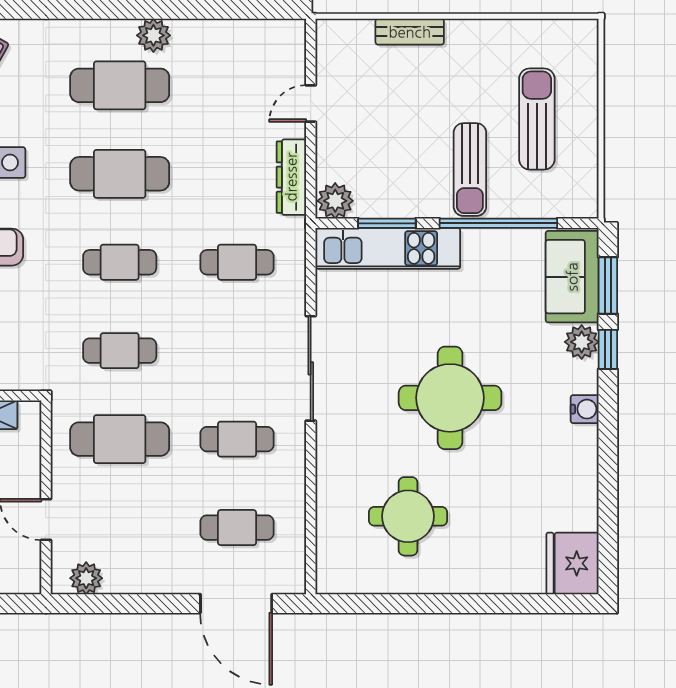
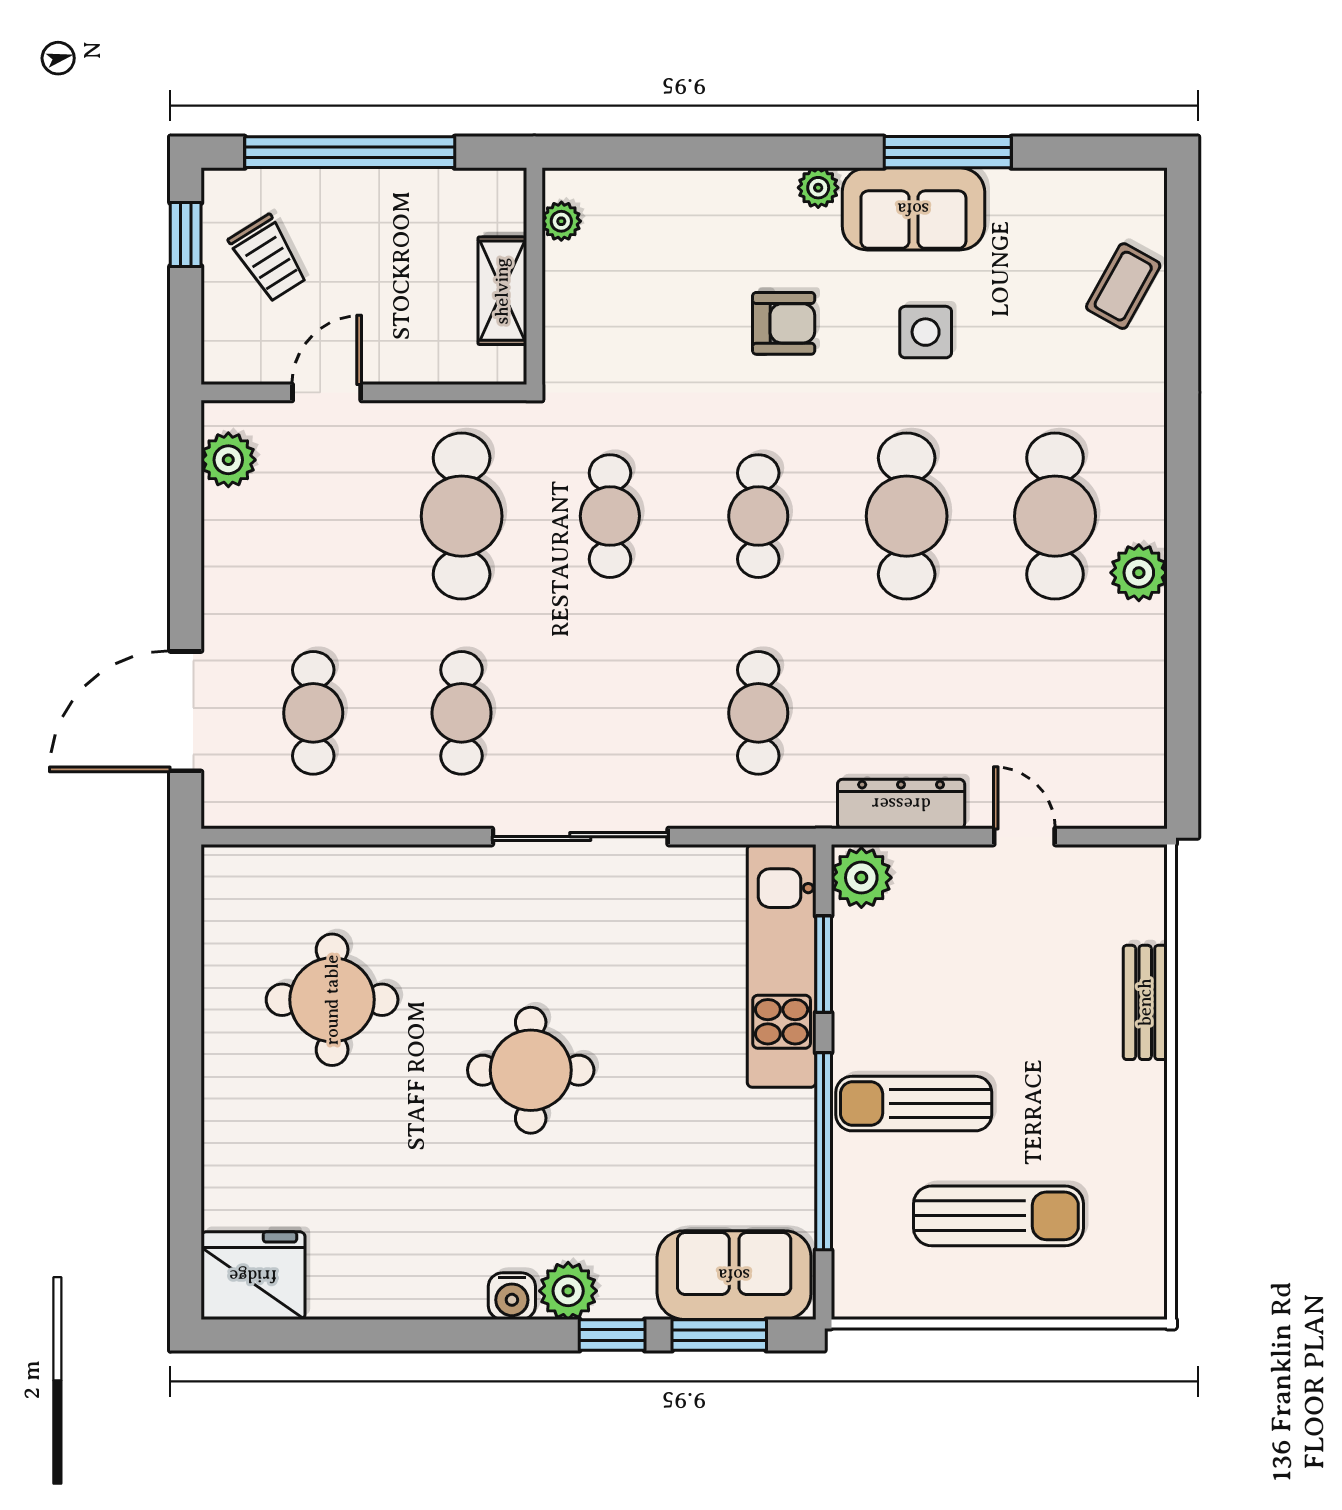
plant: (582, 342) -> (568, 1291), moved
round table: (450, 398) -> (531, 1070), width x0.73, depth x0.73

